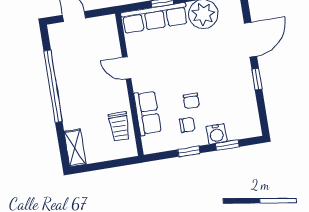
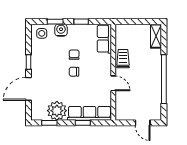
row of seats: (147, 113) -> (104, 39), moved
chair: (187, 125) -> (74, 72), moved
side table: (244, 125) -> (42, 33), added
trolley: (119, 127) -> (123, 59), moved

